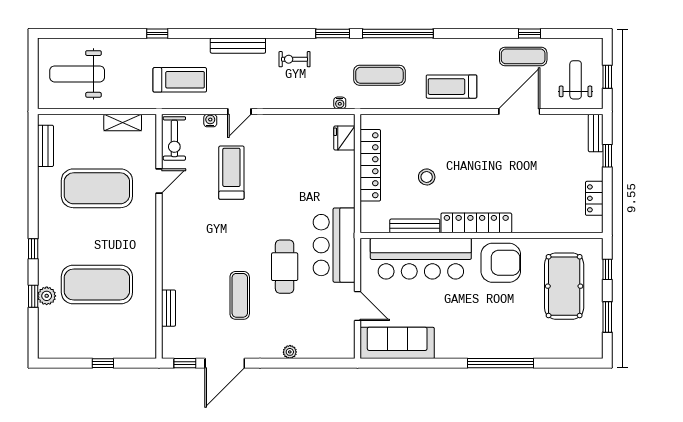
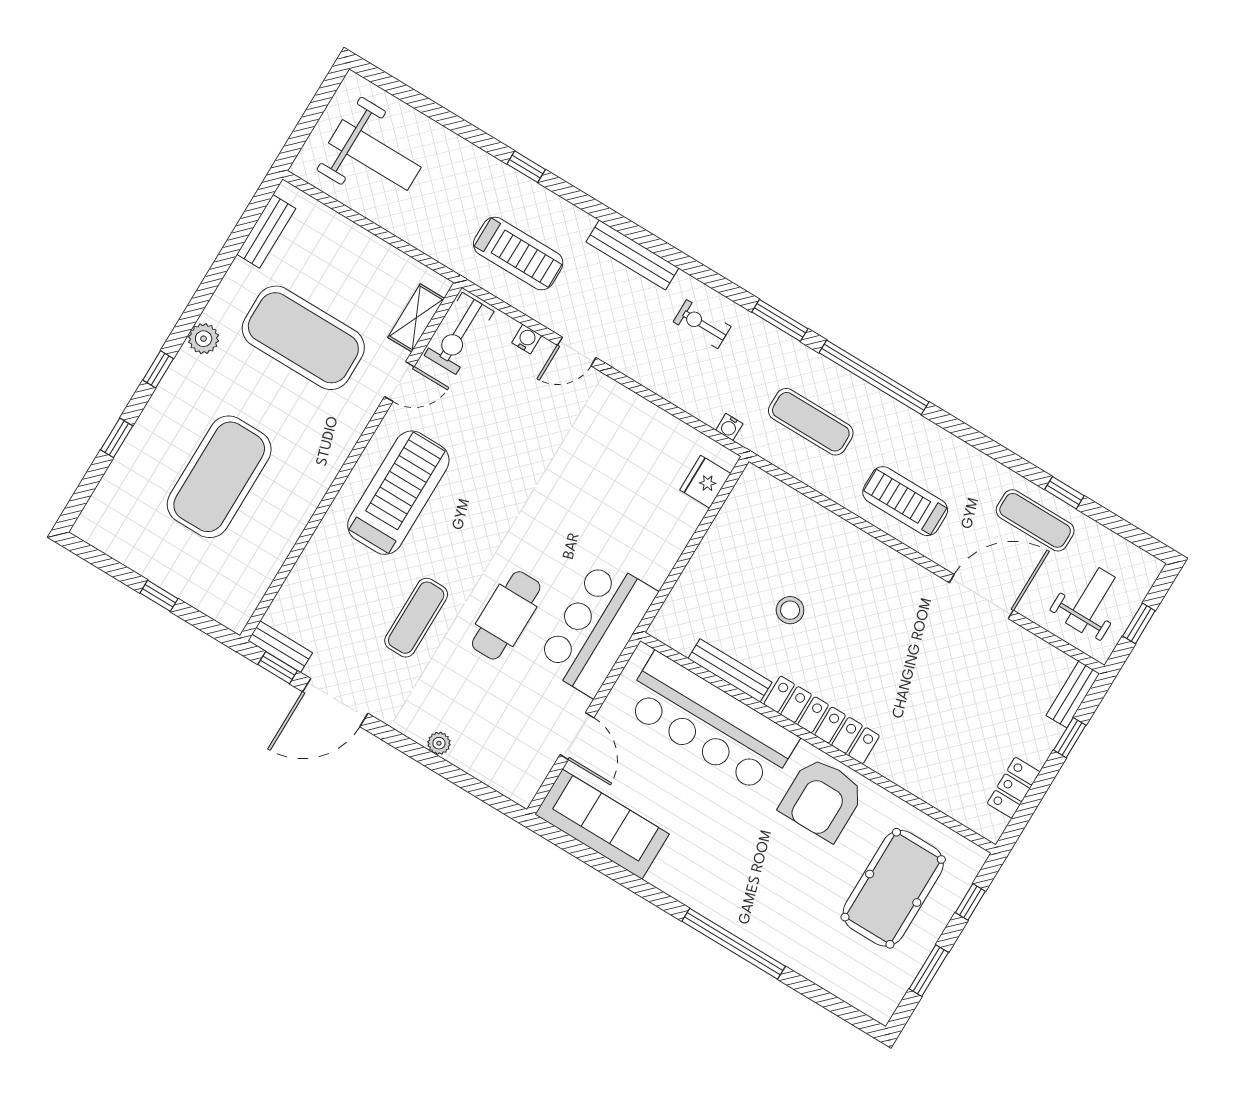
weight bench: (77, 74) -> (375, 155), turned 180
shelving: (123, 123) -> (416, 318), moved, turned 90
locker: (370, 165) -> (719, 544), removed
treadmill: (231, 173) -> (398, 493), moved, width x1.37, depth x1.38
armchair: (501, 263) -> (822, 799), turned 90
exercise mat: (97, 285) -> (219, 477), turned 90
plant: (47, 296) -> (204, 339), moved
bench: (169, 308) -> (280, 647), moved, turned 90

